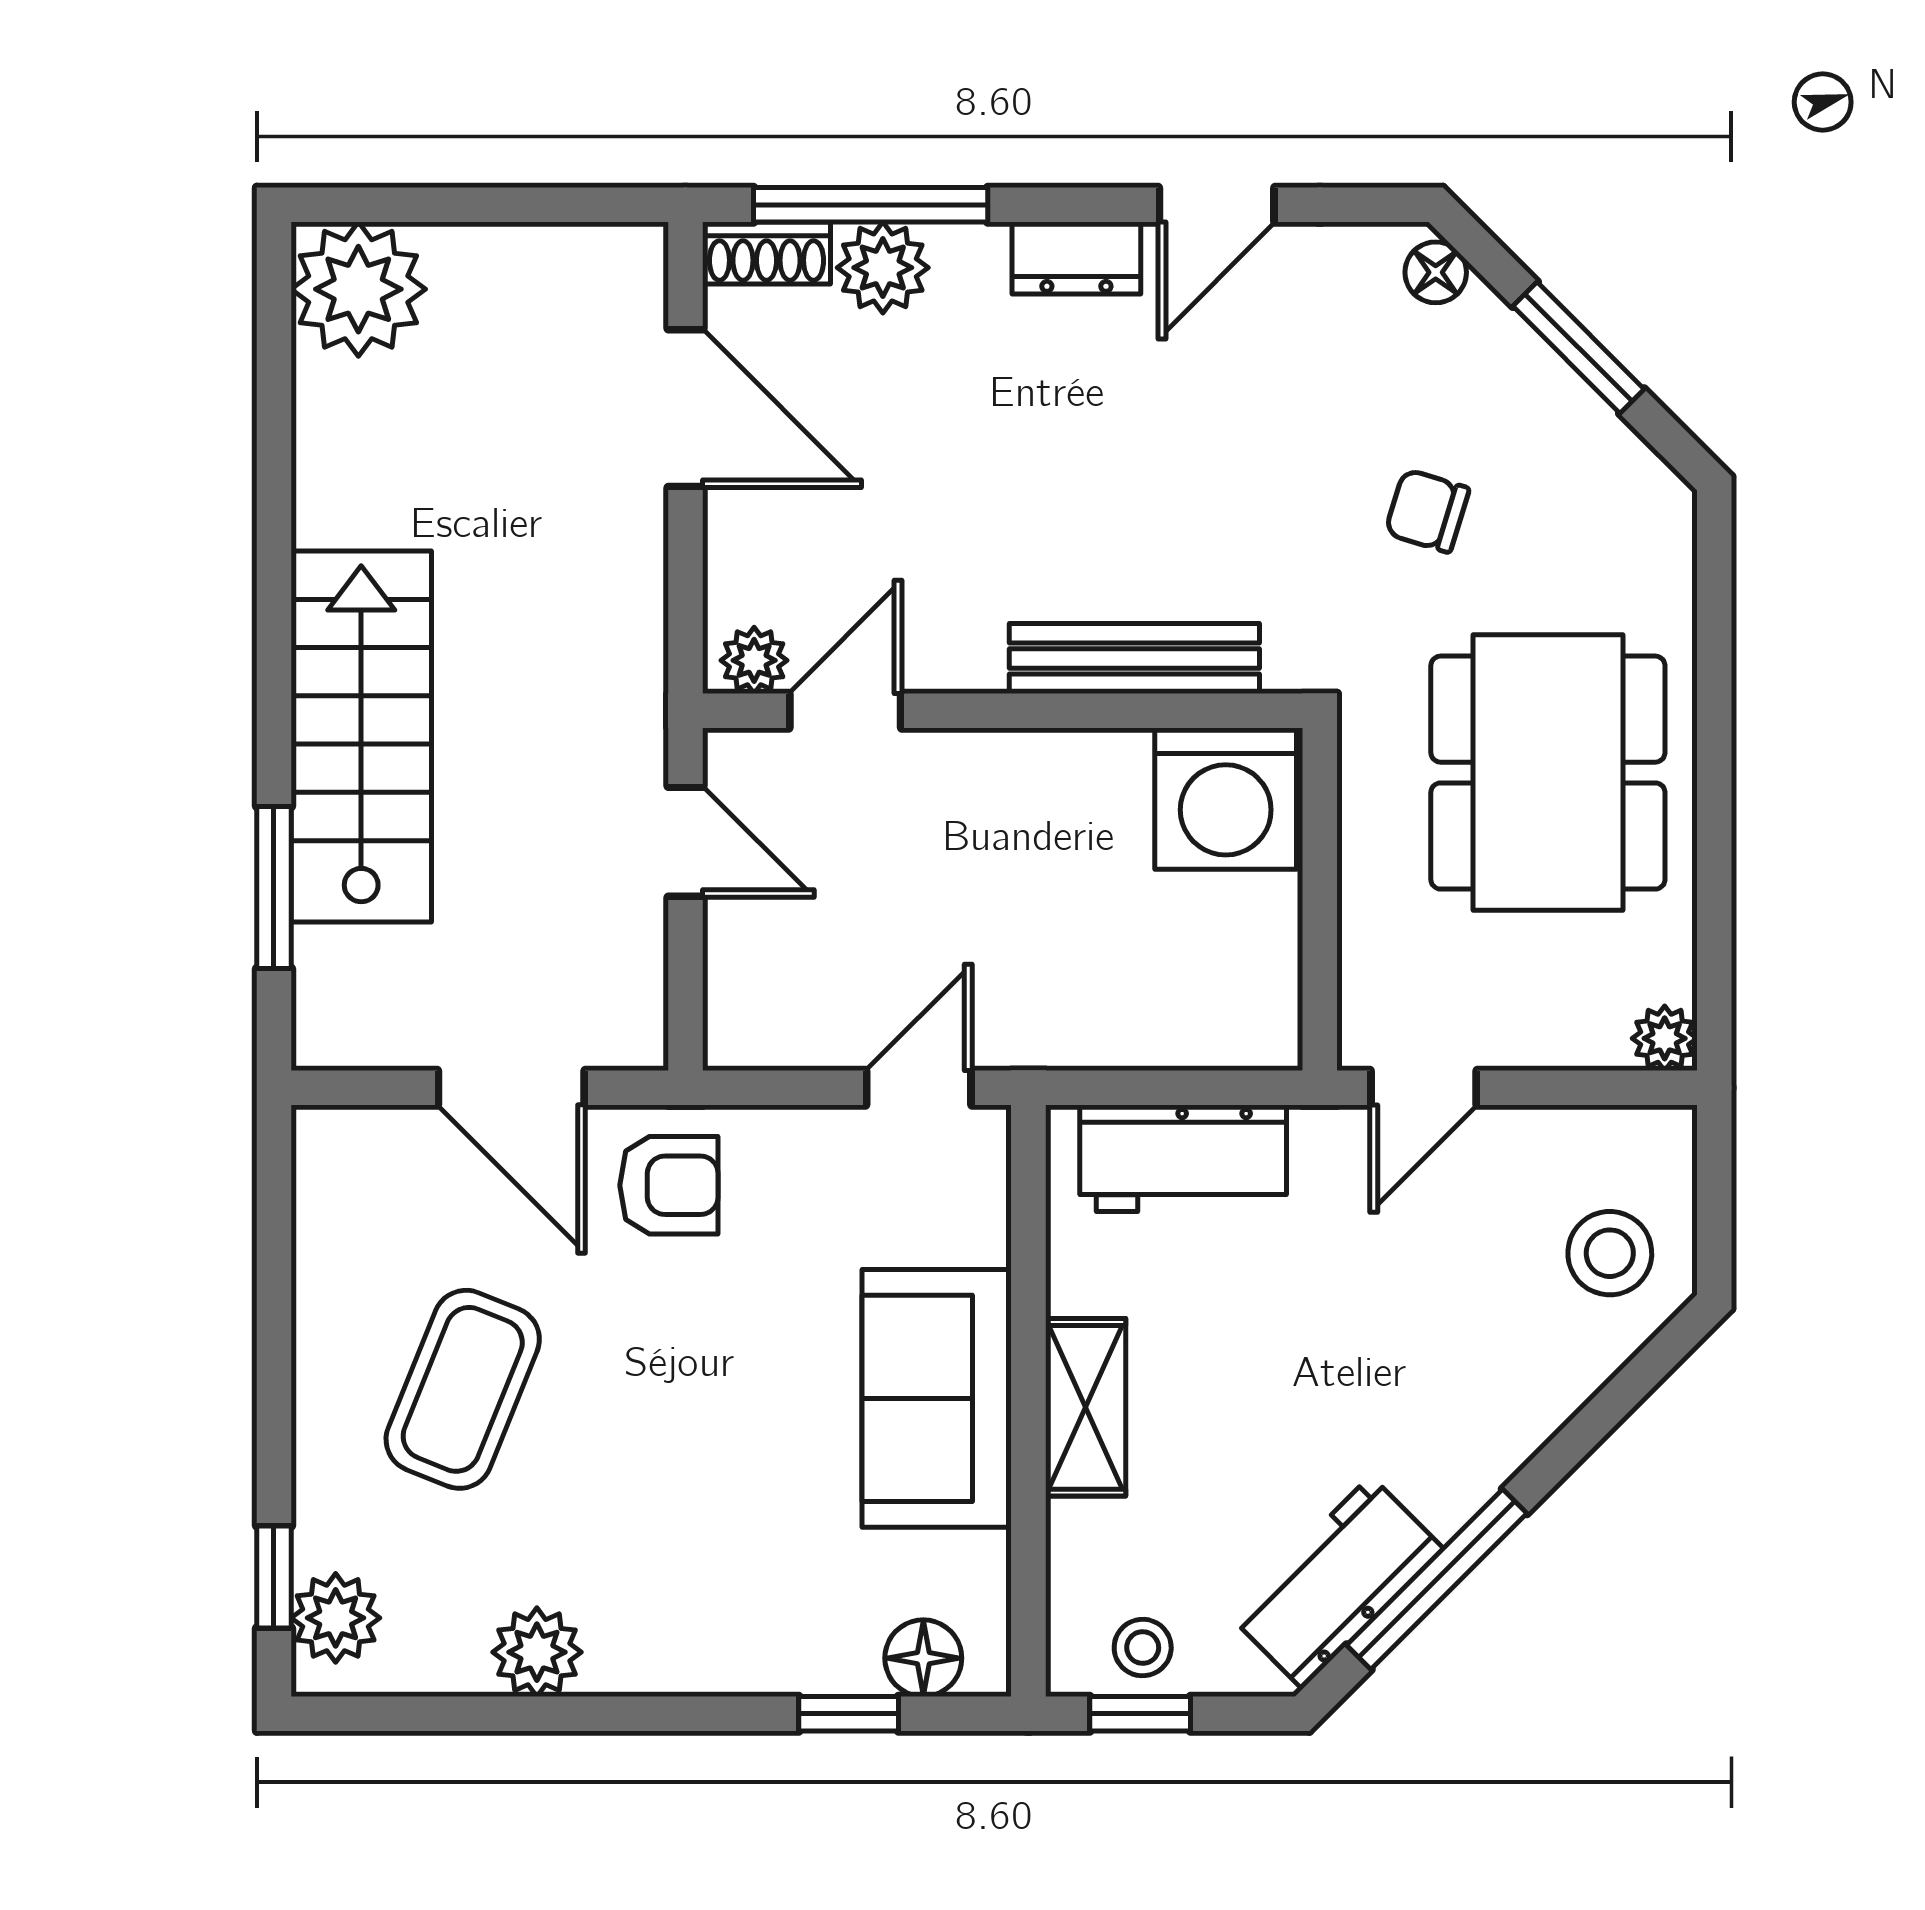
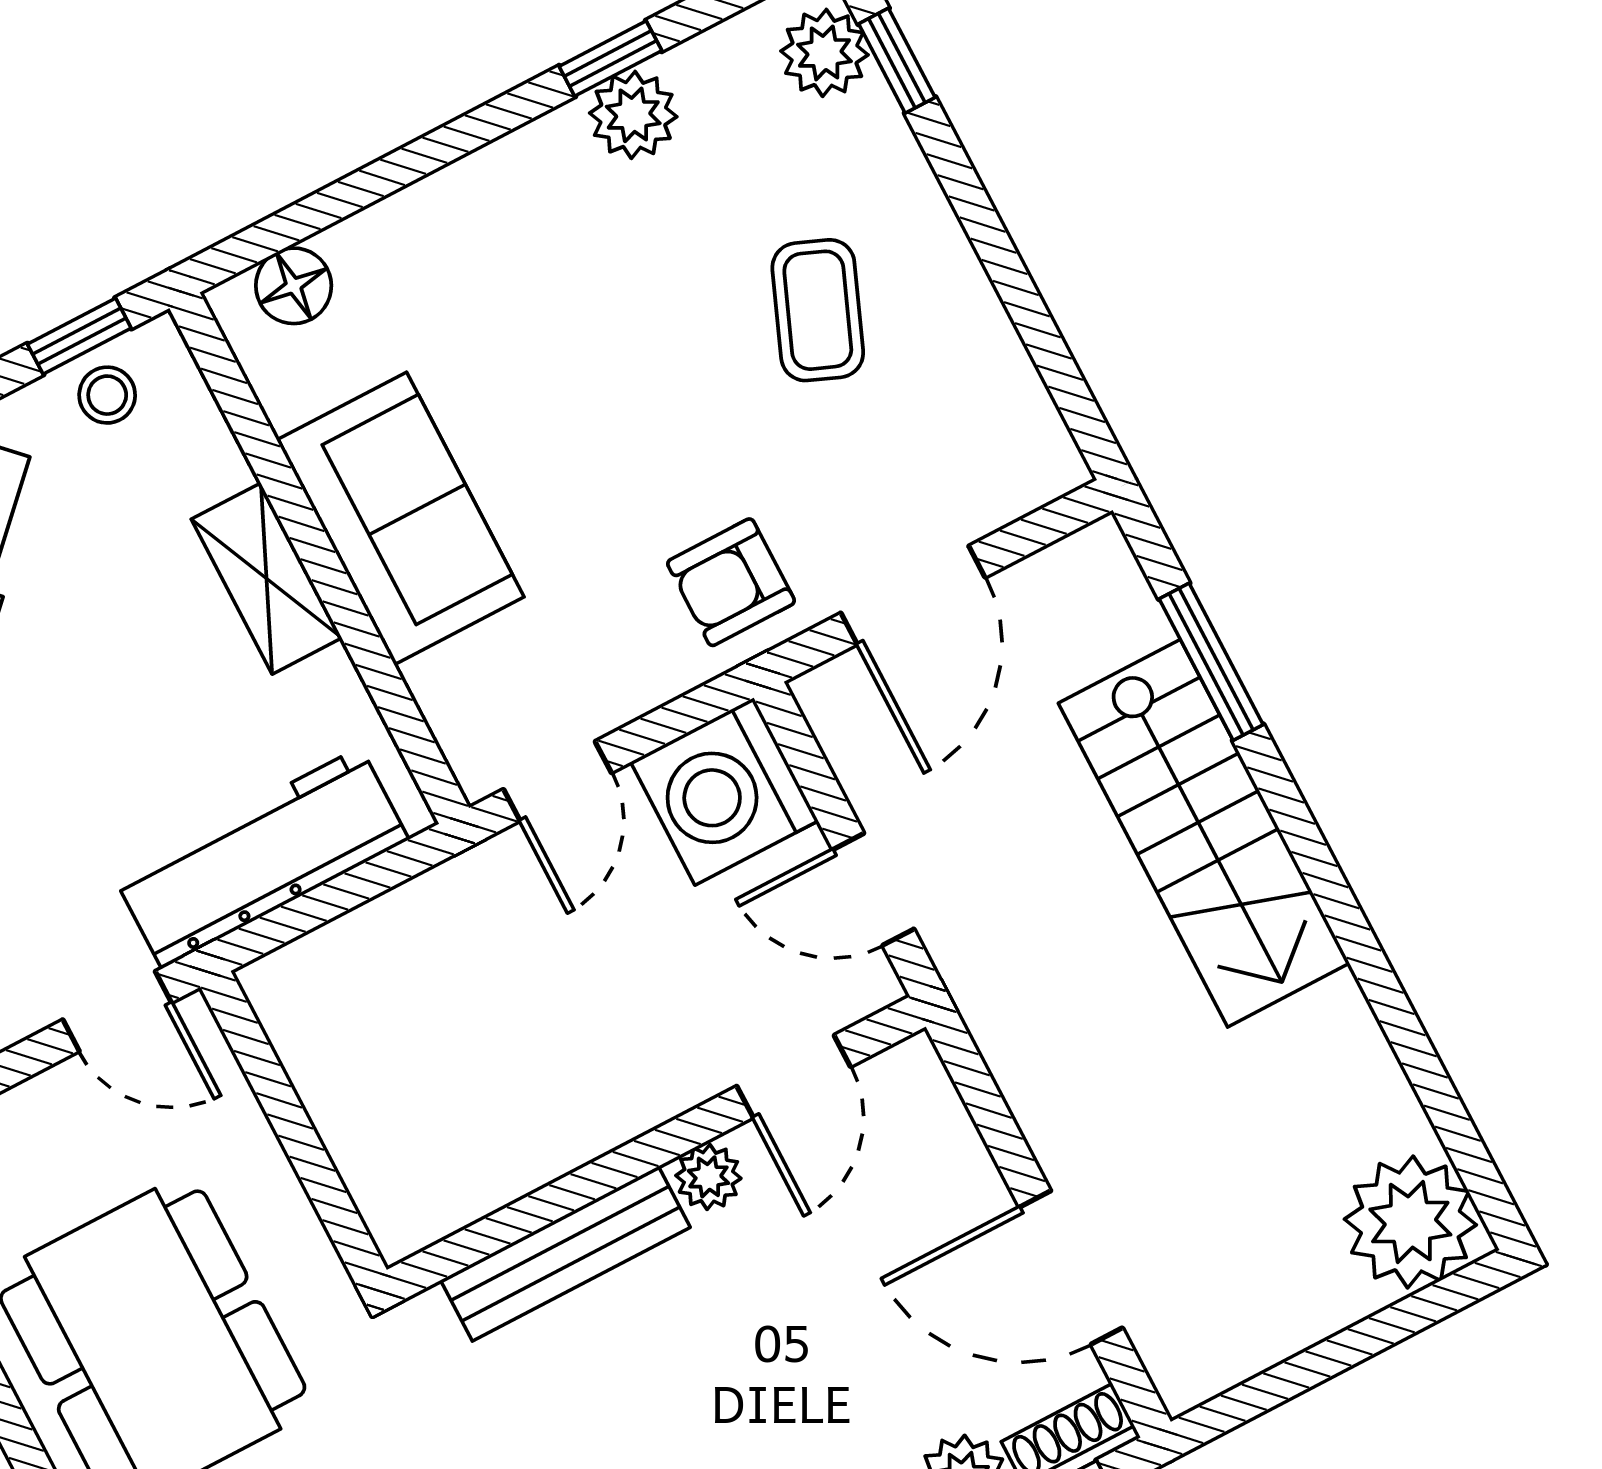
plant: (754, 660) -> (708, 1177), moved
washing machine: (1226, 799) -> (724, 791), moved, turned -90
door: (511, 1088) -> (913, 595), swing flipped
door: (1424, 1088) -> (117, 1011), swing flipped
workbench: (1183, 1158) -> (261, 858), width x1.38
coffee table: (463, 1389) -> (818, 310), width x0.73, depth x0.77
window: (849, 1714) -> (610, 58), moved

